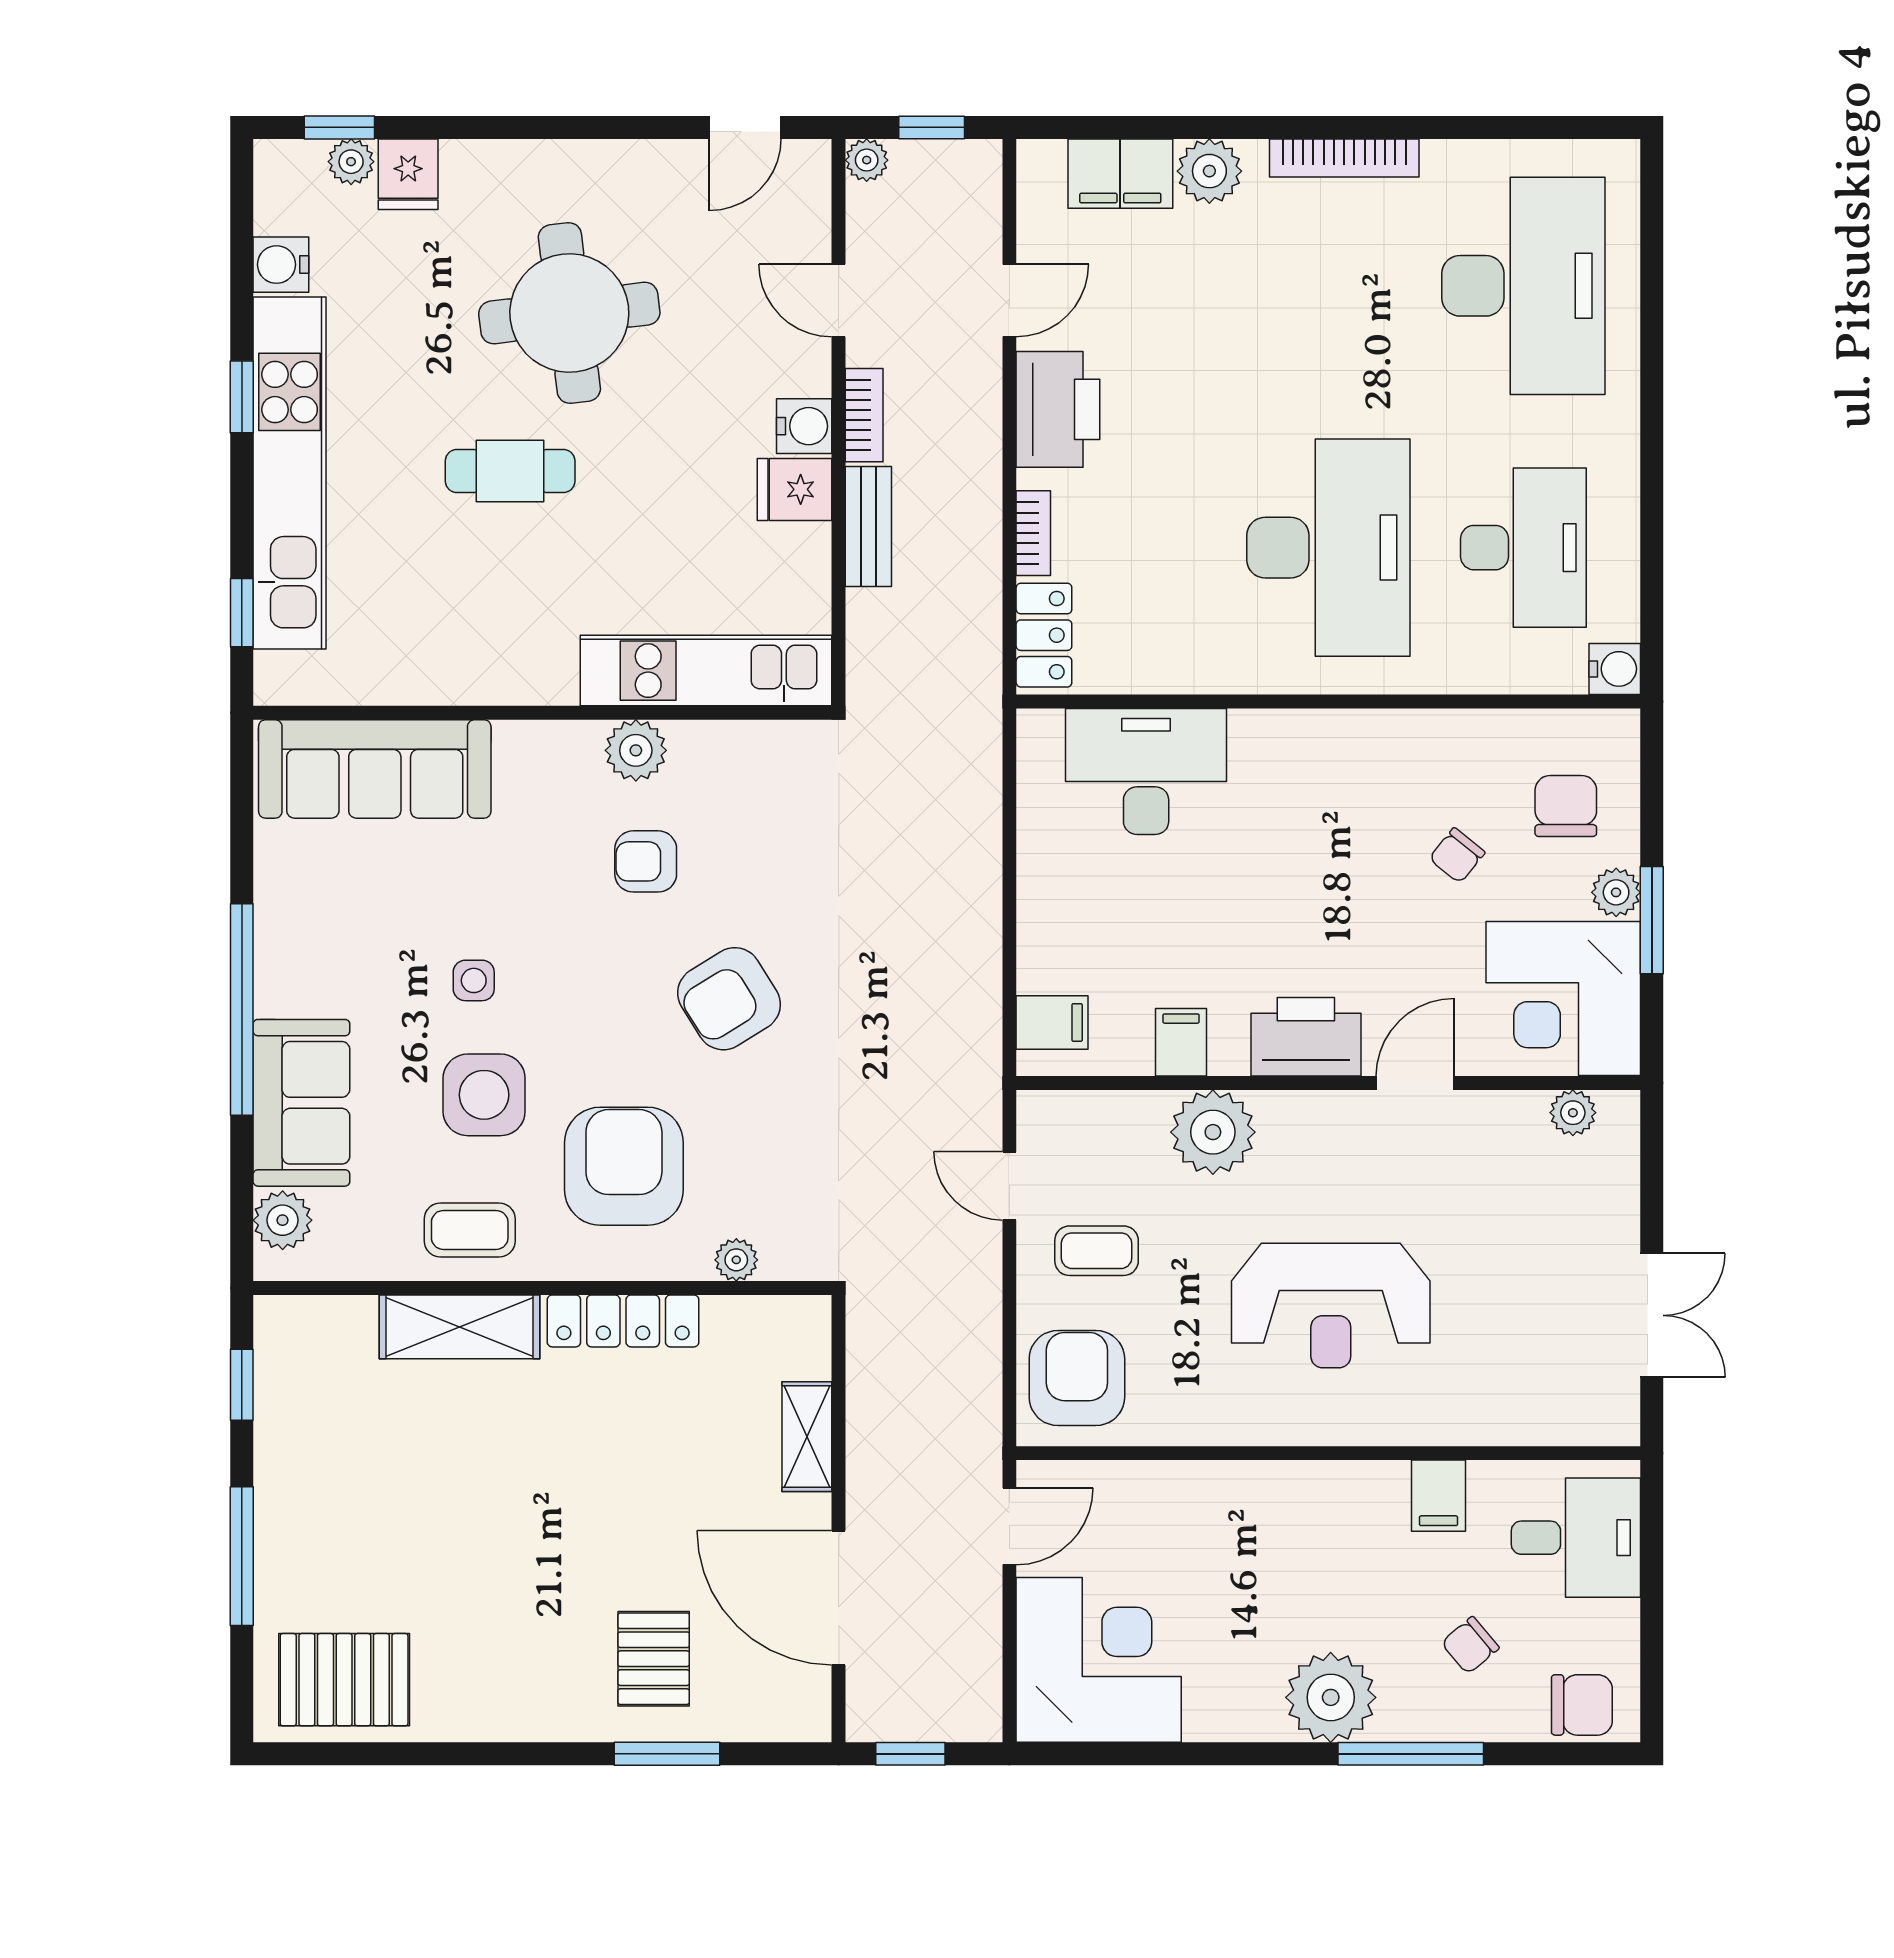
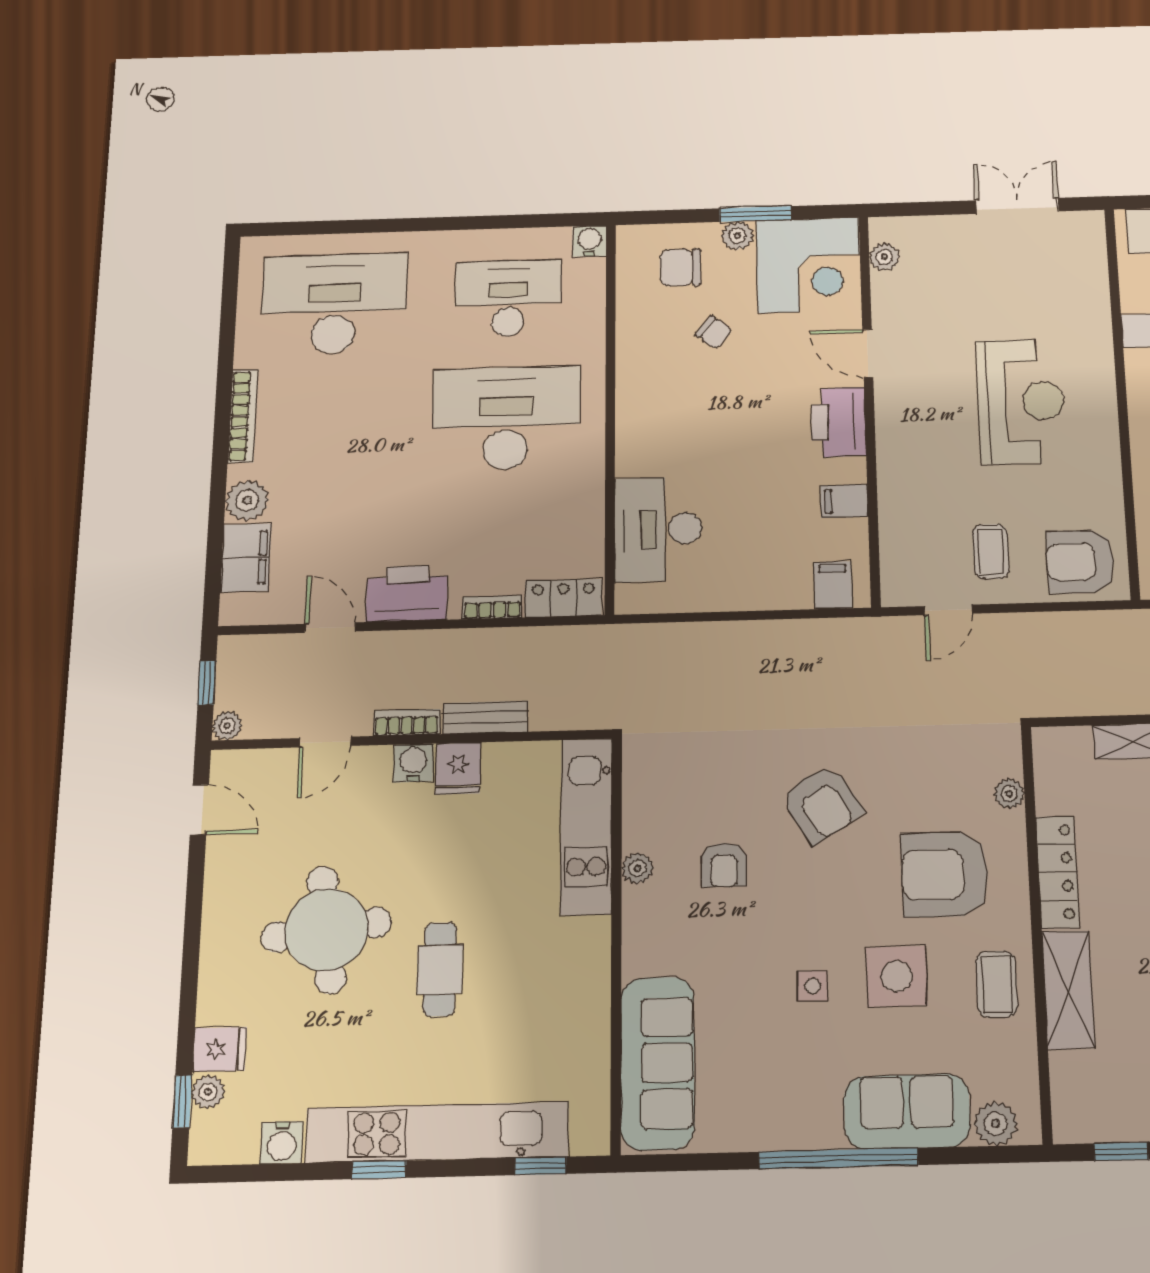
plant: (636, 750) -> (638, 868), width x0.73, depth x0.73
plant: (1213, 1132) -> (906, 479), removed

